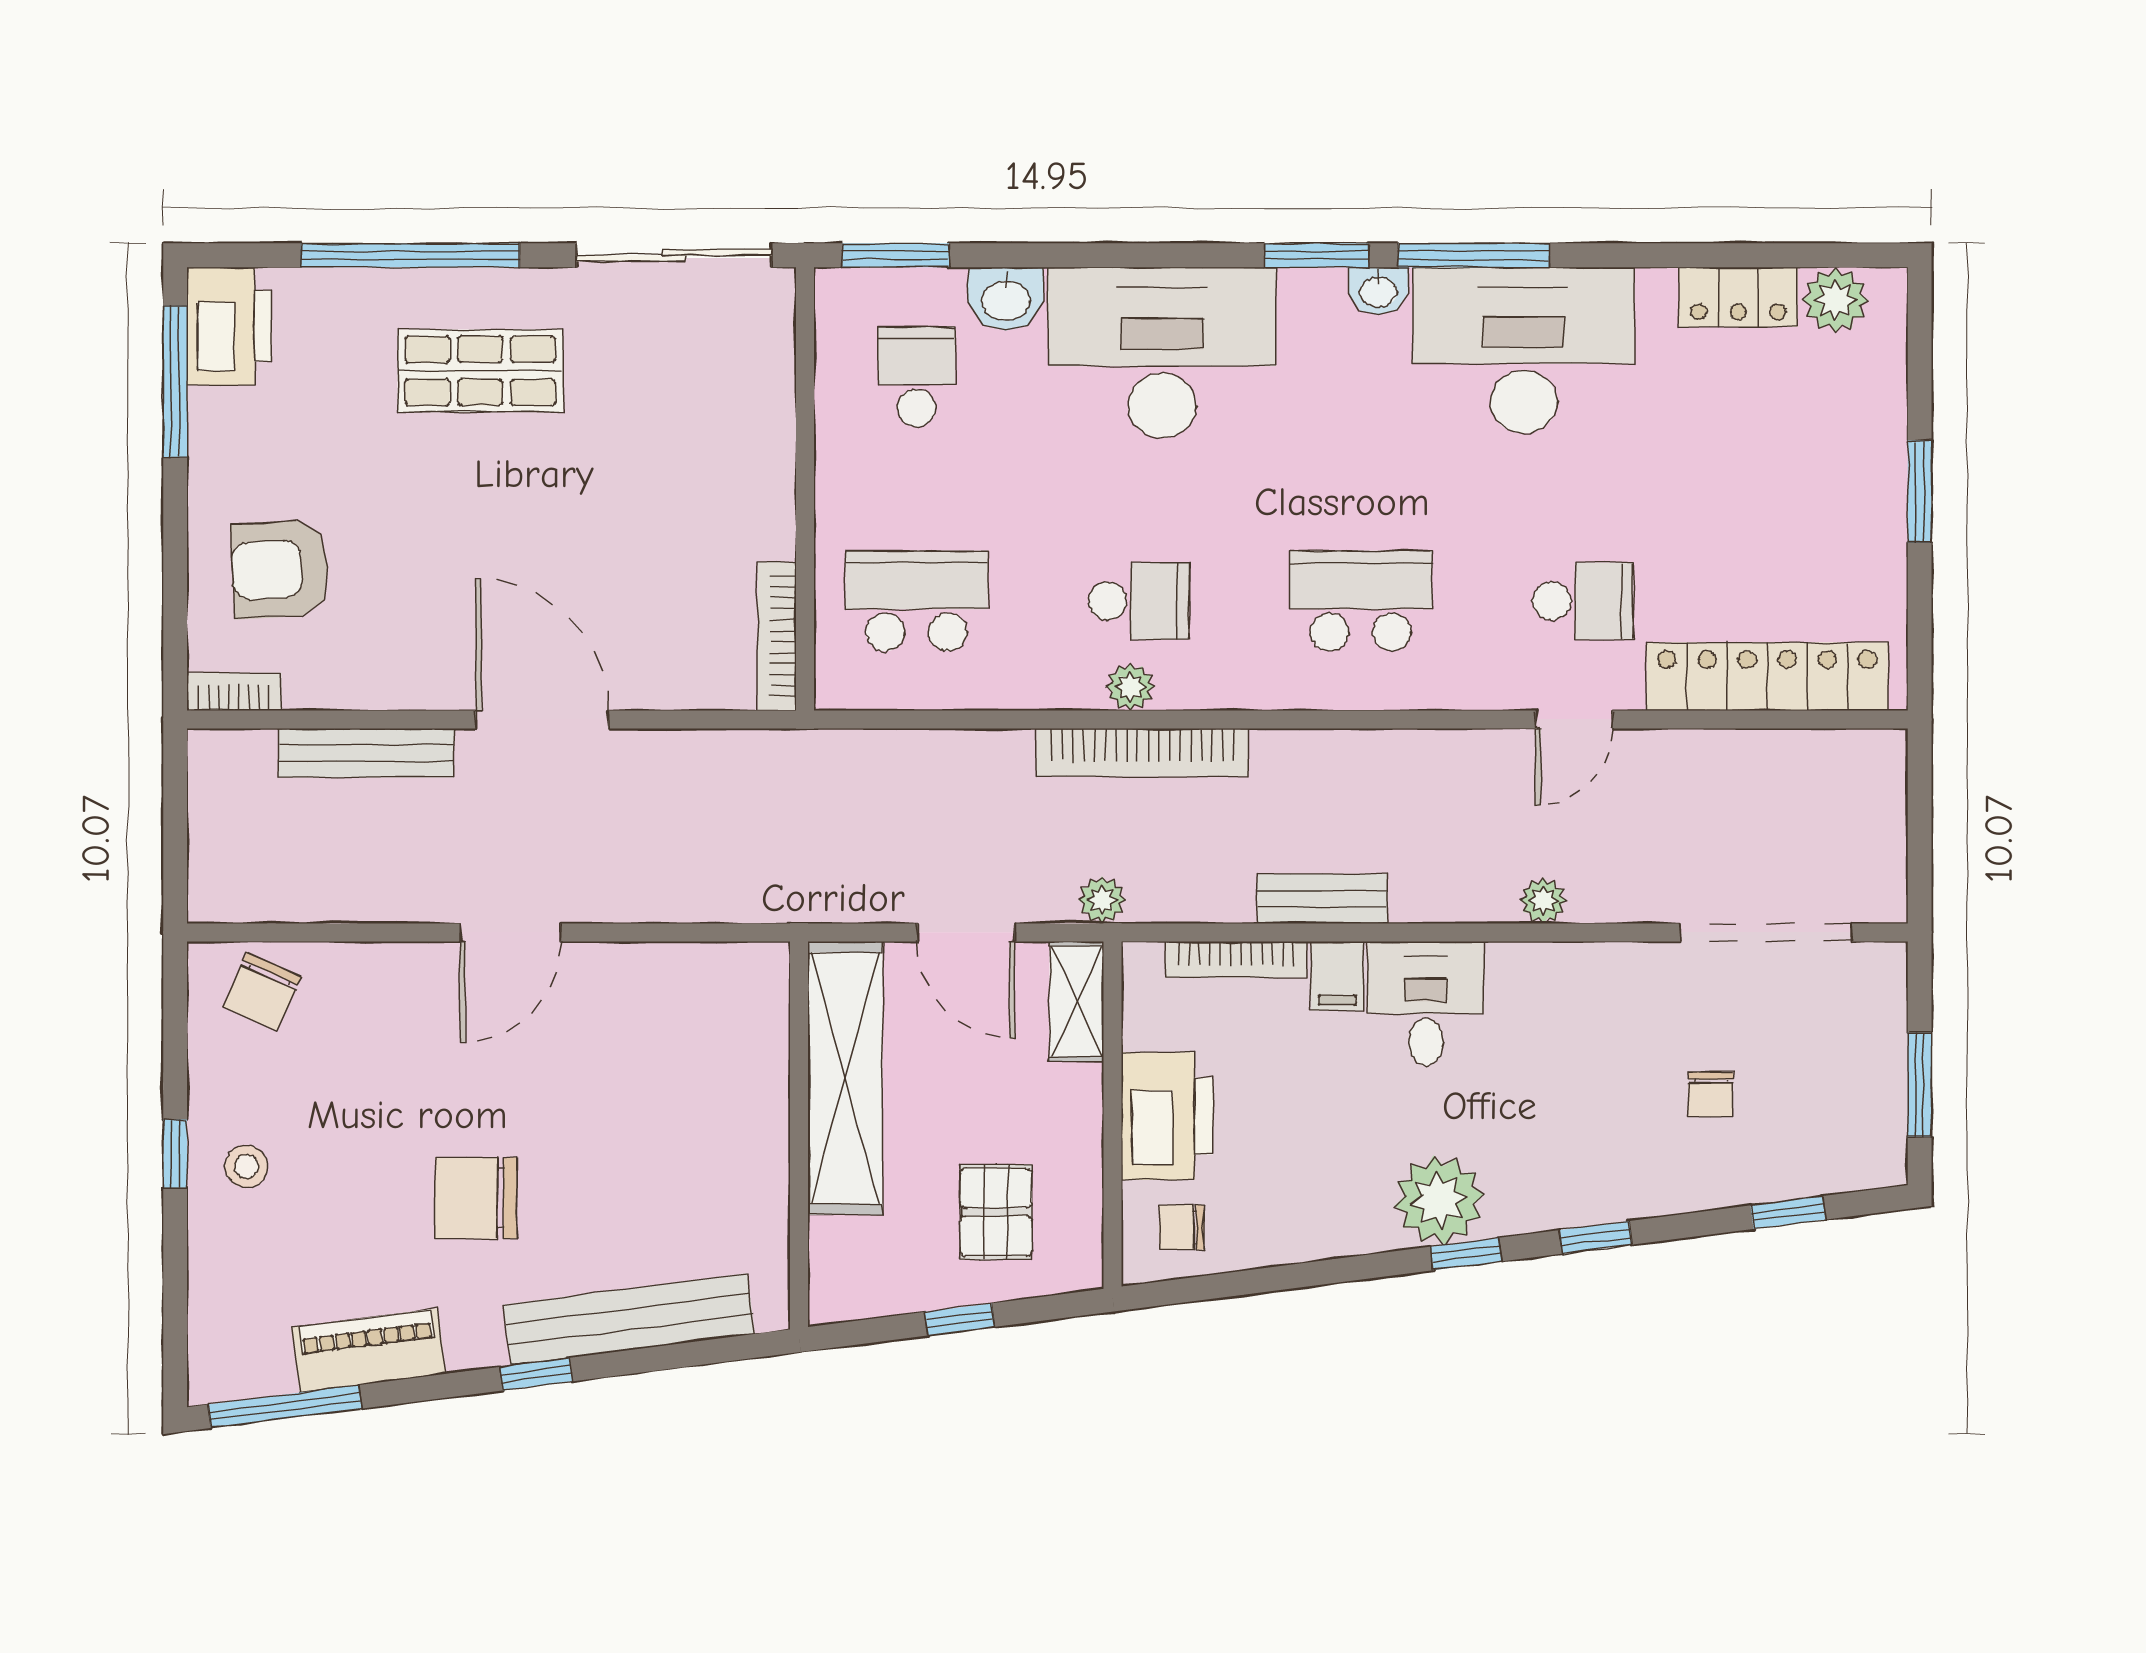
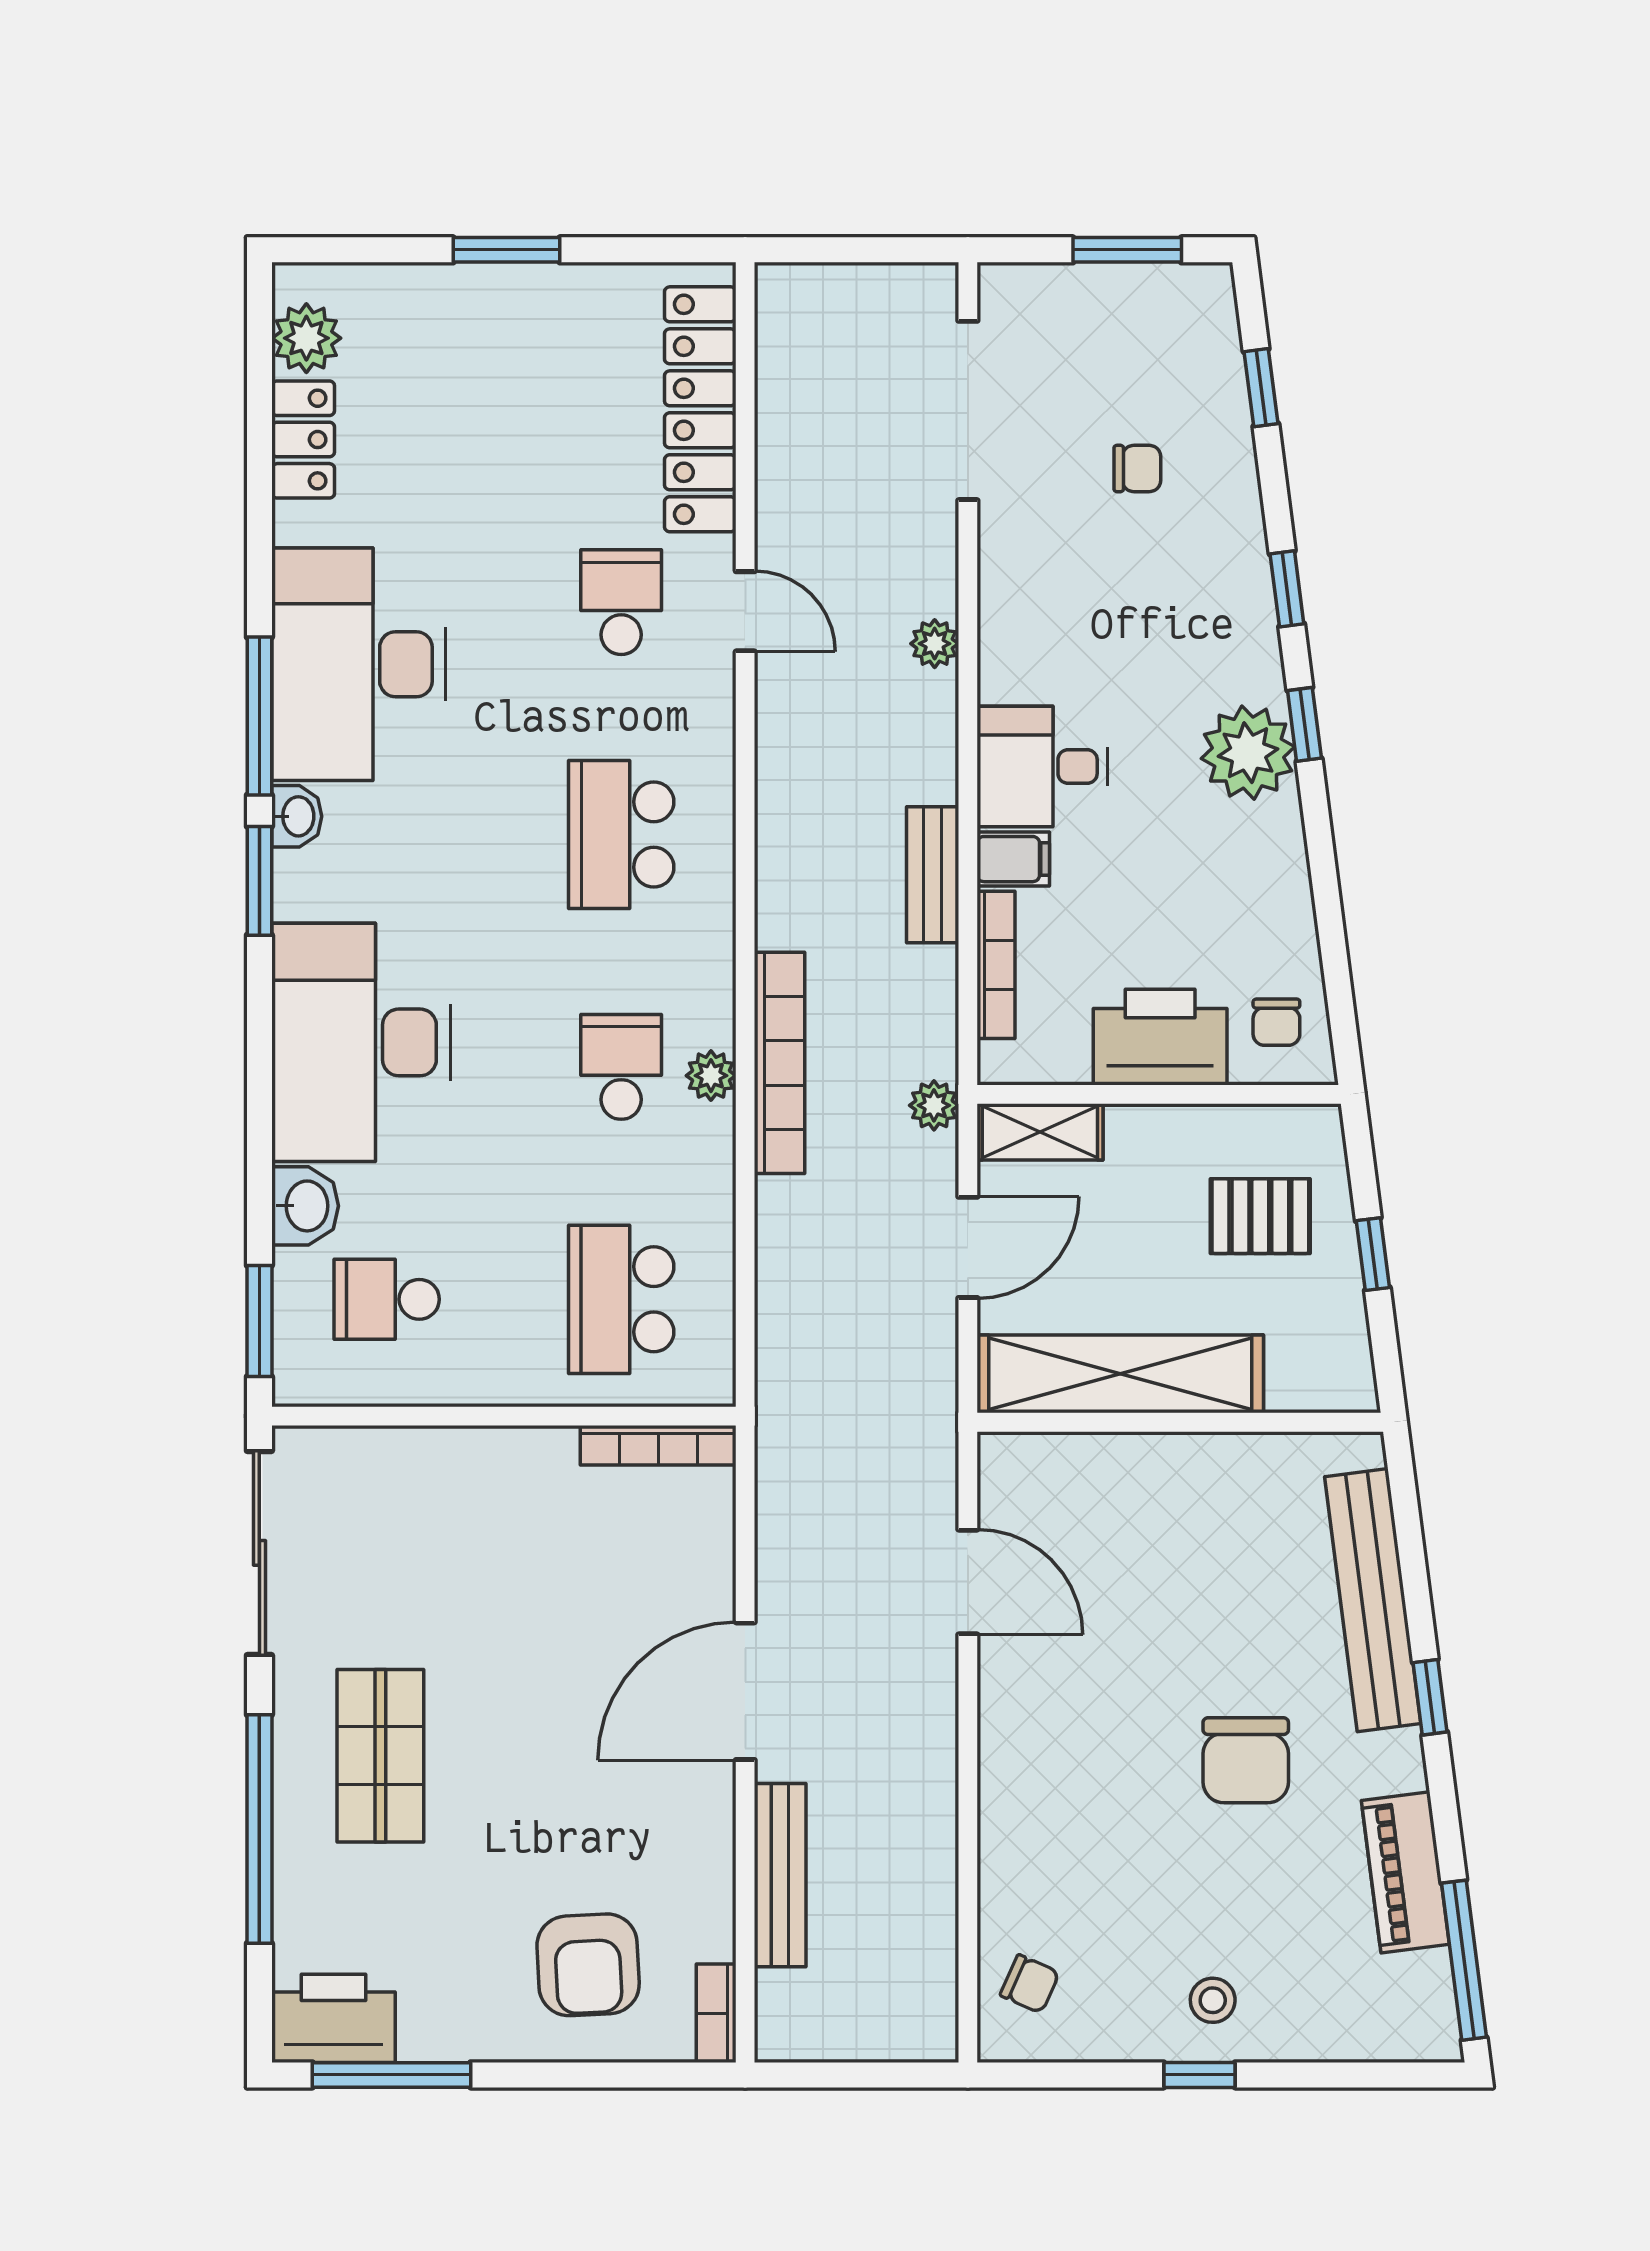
door: (510, 932) -> (968, 1582), moved
chair: (262, 991) -> (1030, 1984), width x0.73, depth x0.73

